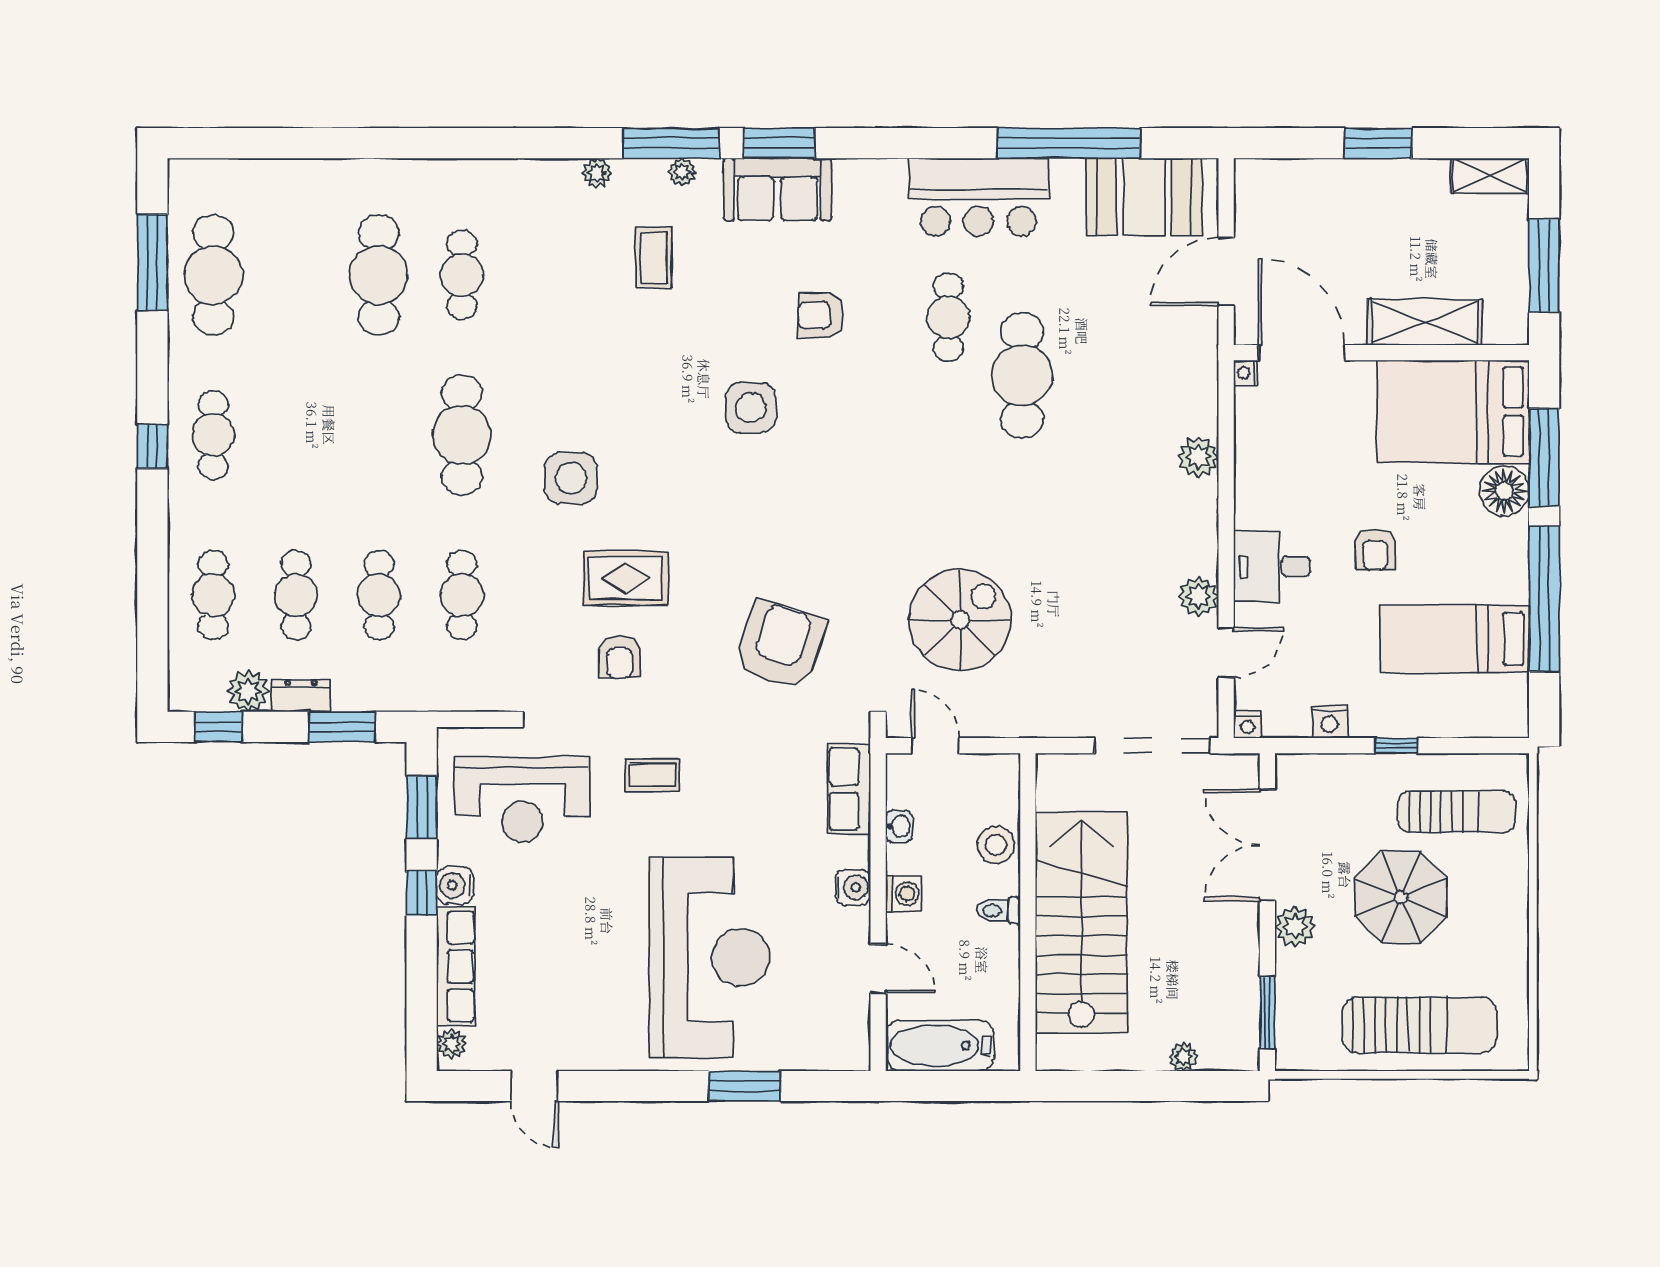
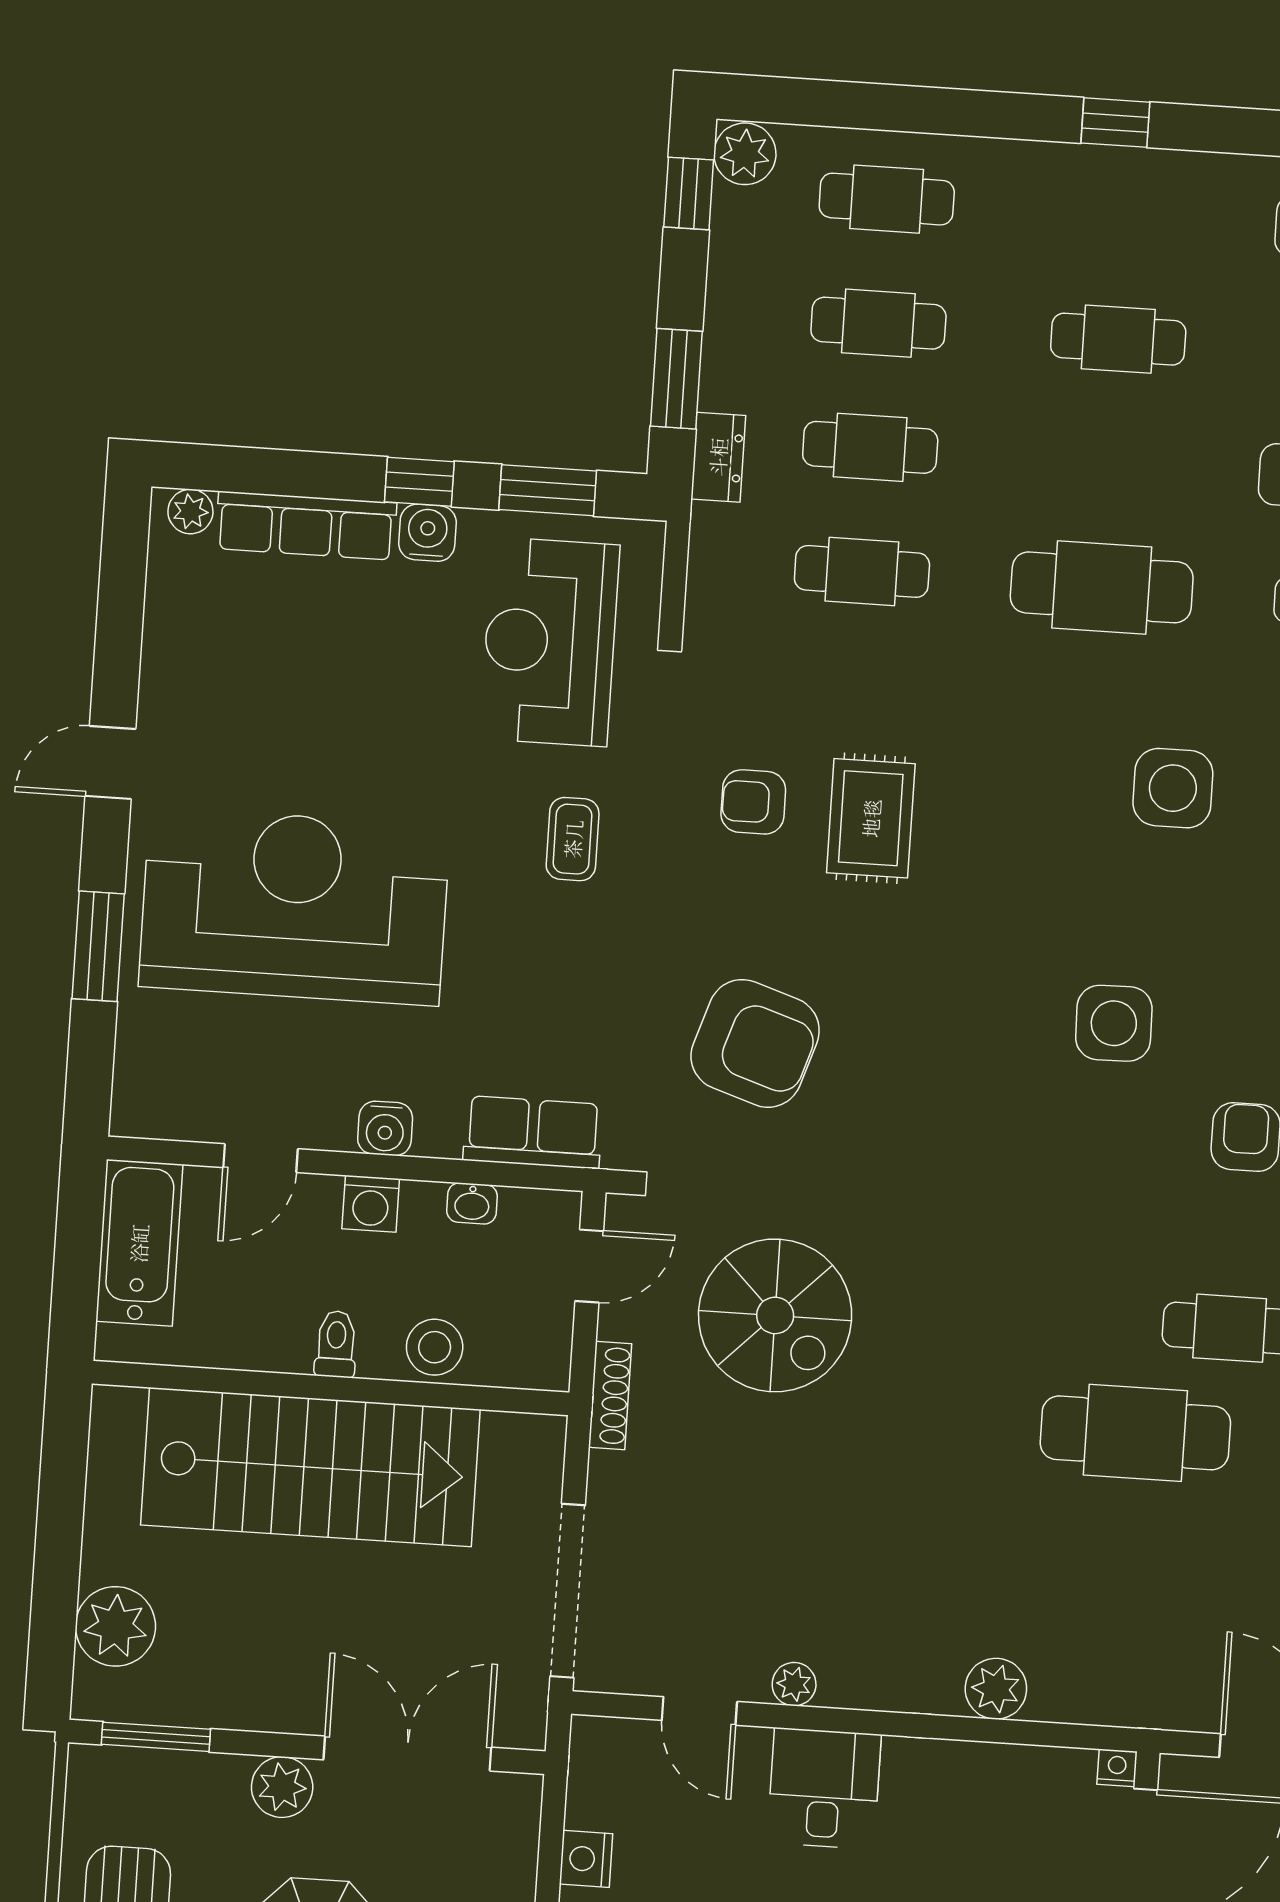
cafe table: (213, 435) -> (1118, 339), moved
side table: (571, 478) -> (1173, 788), moved
plant: (1199, 597) -> (794, 1684), width x0.73, depth x0.73
plant: (248, 691) -> (745, 154), moved
dresser: (301, 696) -> (718, 457), moved
nightstand: (1248, 725) -> (589, 1736), removed
shoe rack: (1020, 726) -> (610, 1396), added
reception desk: (709, 957) -> (294, 906), turned 180
plant: (1183, 1057) -> (115, 1626), width x1.88, depth x1.88
door: (534, 1086) -> (110, 763), moved

